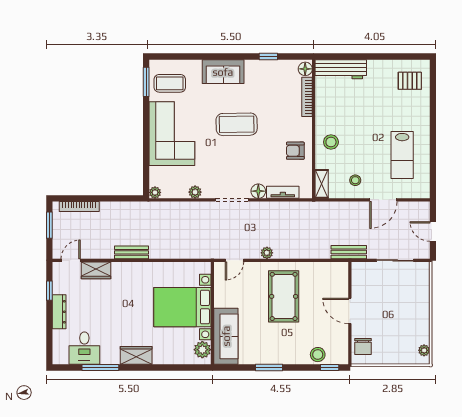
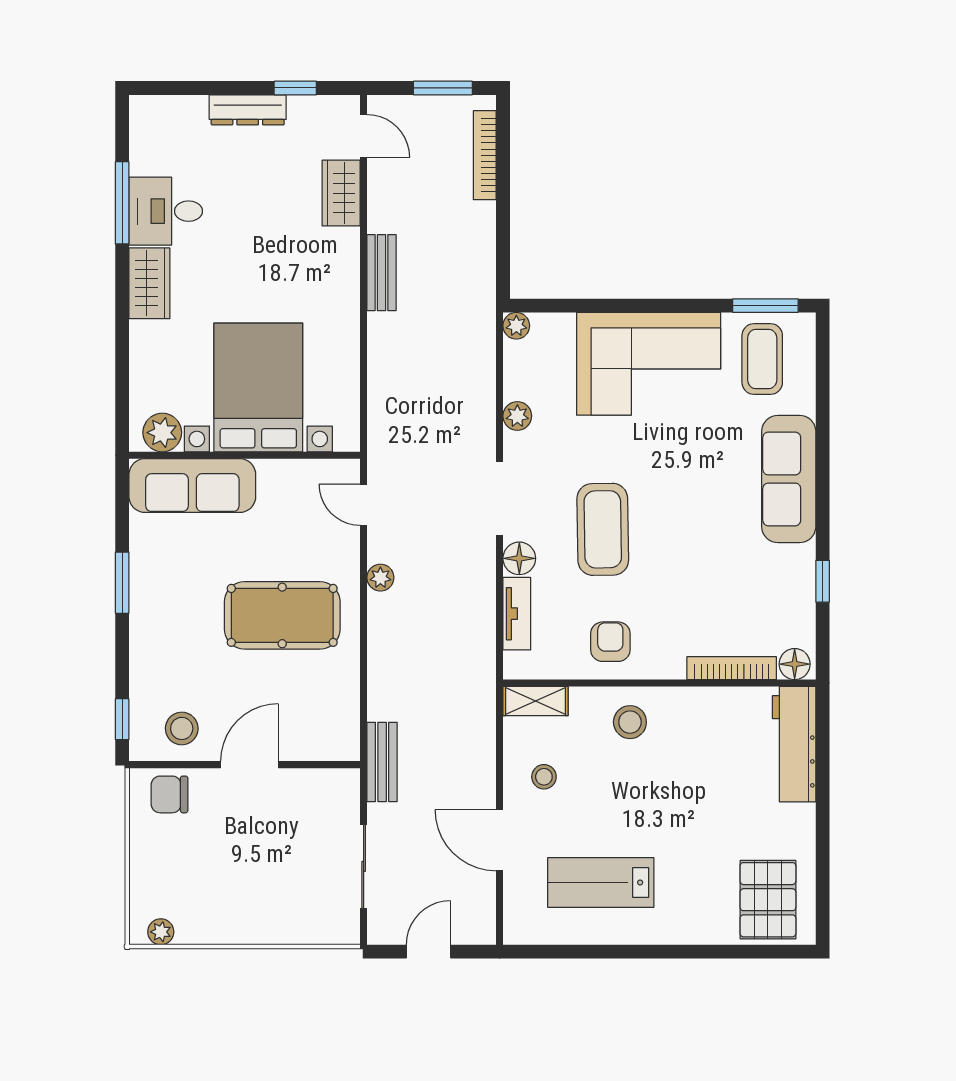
sofa: (223, 72) -> (789, 479), width x1.36
pallet: (410, 81) -> (768, 900), width x1.50, depth x1.42
coffee table: (237, 124) -> (603, 529), moved
desk: (84, 348) -> (166, 211), moved
stool: (318, 355) -> (182, 728), moved

